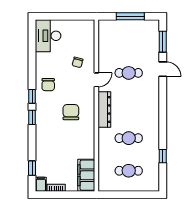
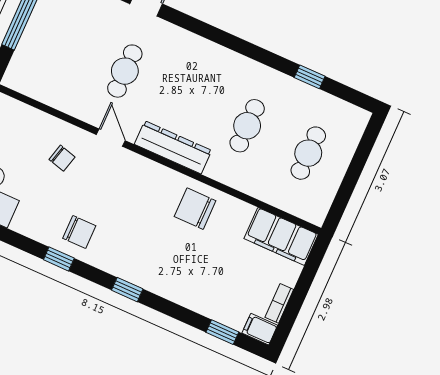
window: (32, 96) -> (59, 259), moved
chair: (71, 112) -> (195, 209), moved

